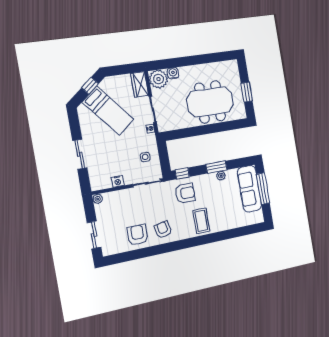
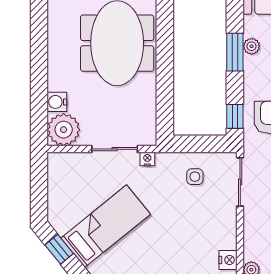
wardrobe: (140, 84) -> (68, 164), removed
nightstand: (118, 181) -> (228, 260), moved

